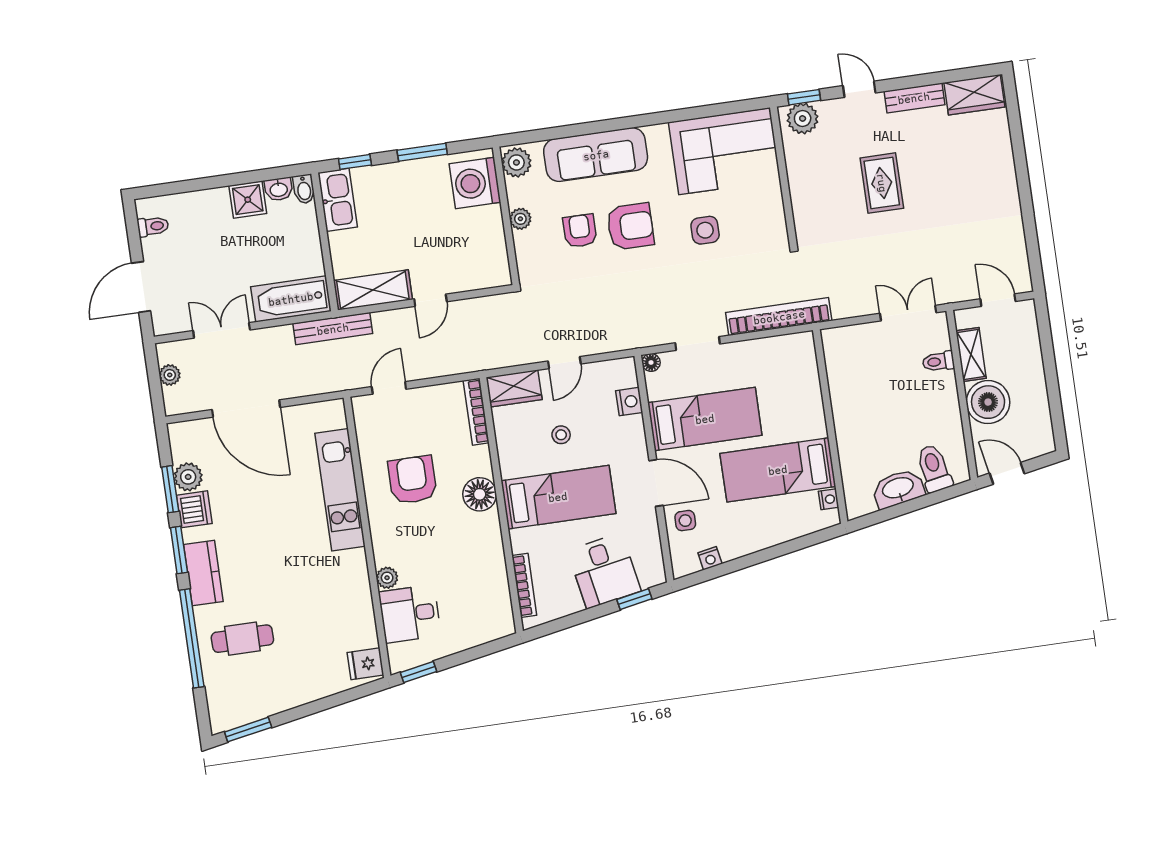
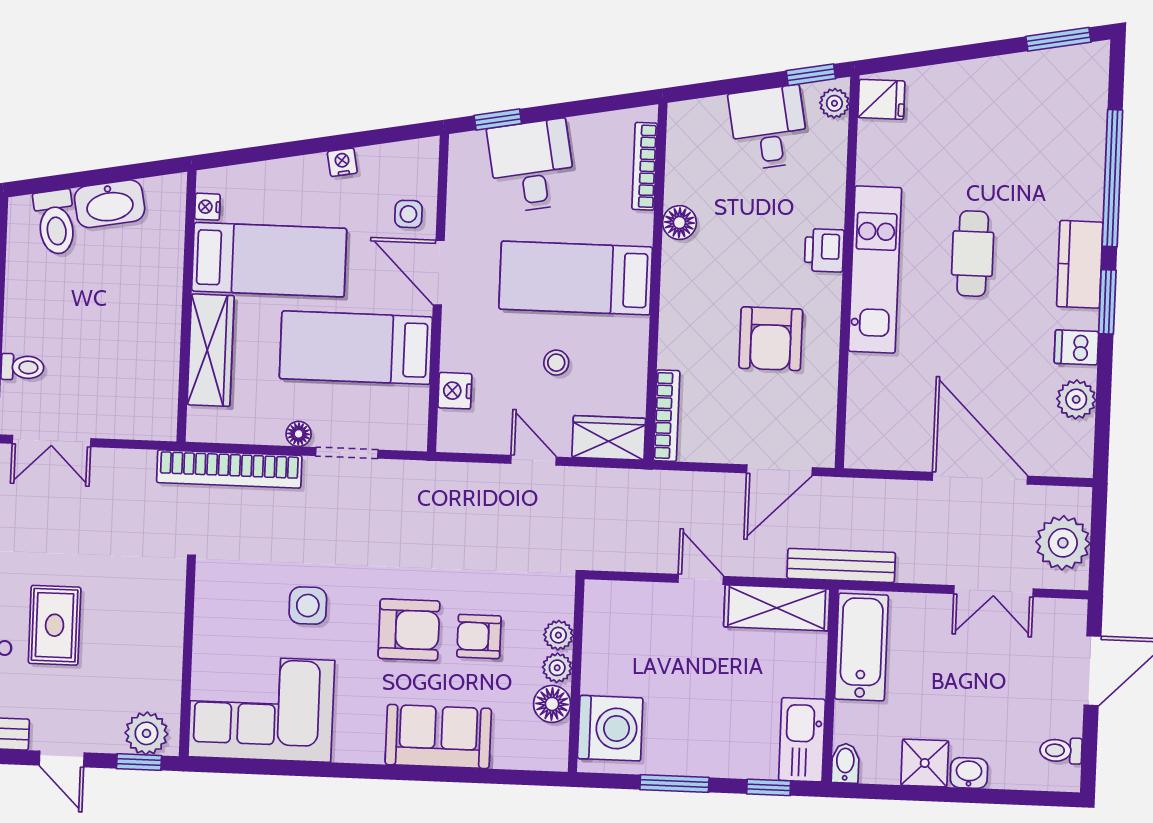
sofa: (596, 155) -> (438, 737), width x0.73
plant: (516, 162) -> (558, 635), moved, width x0.73, depth x0.73
washbasin: (279, 189) -> (969, 773), moved
floor lamp: (519, 193) -> (552, 704), added
armchair: (630, 226) -> (409, 630), turned 180
armchair: (580, 231) -> (479, 636), turned 90
bathtub: (291, 299) -> (861, 647), moved, turned -90
door: (430, 300) -> (701, 579), hinge flipped
floor lamp: (651, 362) -> (299, 434), moved
door: (564, 363) -> (534, 460), hinge flipped
plant: (170, 375) -> (1063, 543), width x1.88, depth x1.88
door: (389, 388) -> (779, 470), width x1.38
wardrobe: (807, 398) -> (211, 350), added
window: (170, 489) -> (1104, 387), removed
kitchen unit: (340, 490) -> (875, 269), moved
floor lamp: (480, 494) -> (679, 223), moved, width x0.73, depth x0.73
dishwasher: (194, 509) -> (1076, 347), width x0.73
printer: (386, 549) -> (824, 250), added
nightstand: (710, 558) -> (342, 162), moved
plant: (387, 578) -> (834, 103), moved
desk: (410, 614) -> (769, 128), moved, turned -100
cafe table: (242, 639) -> (973, 254), moved, turned 90

